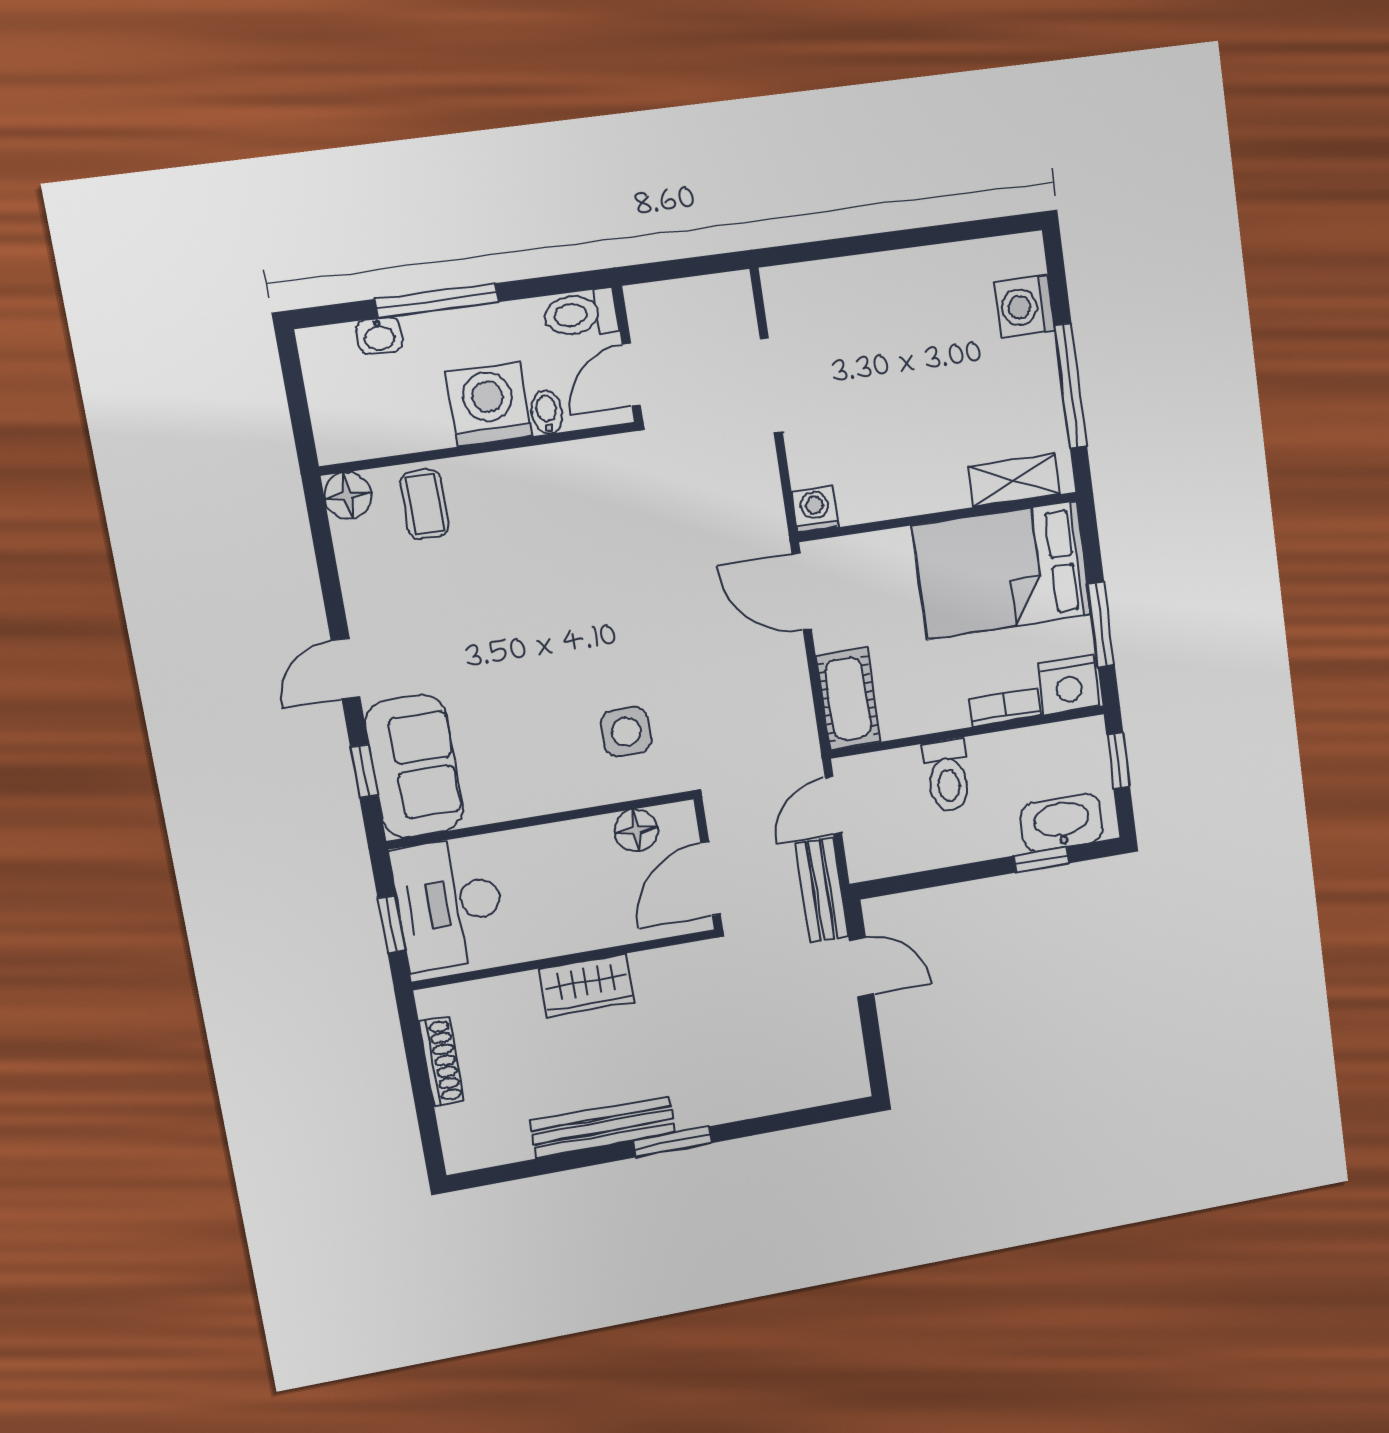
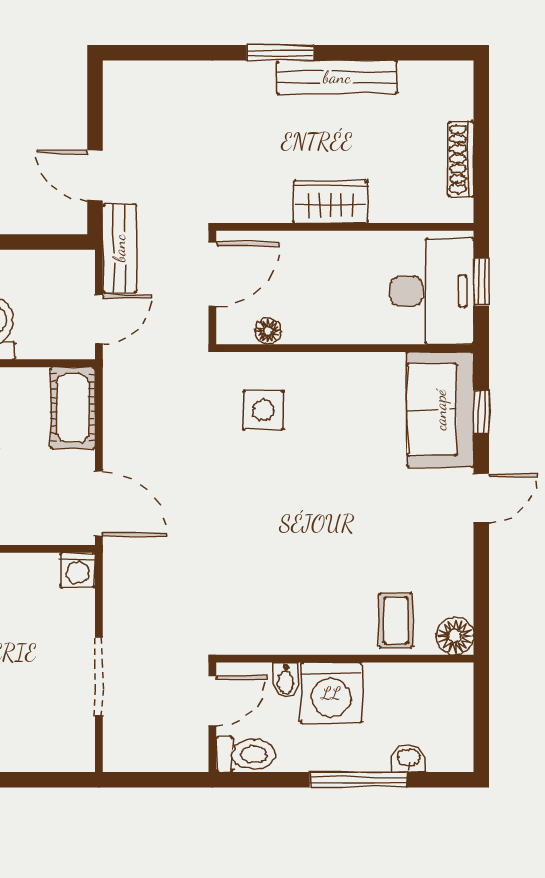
floor lamp: (636, 830) -> (268, 331), width x0.73, depth x0.73

